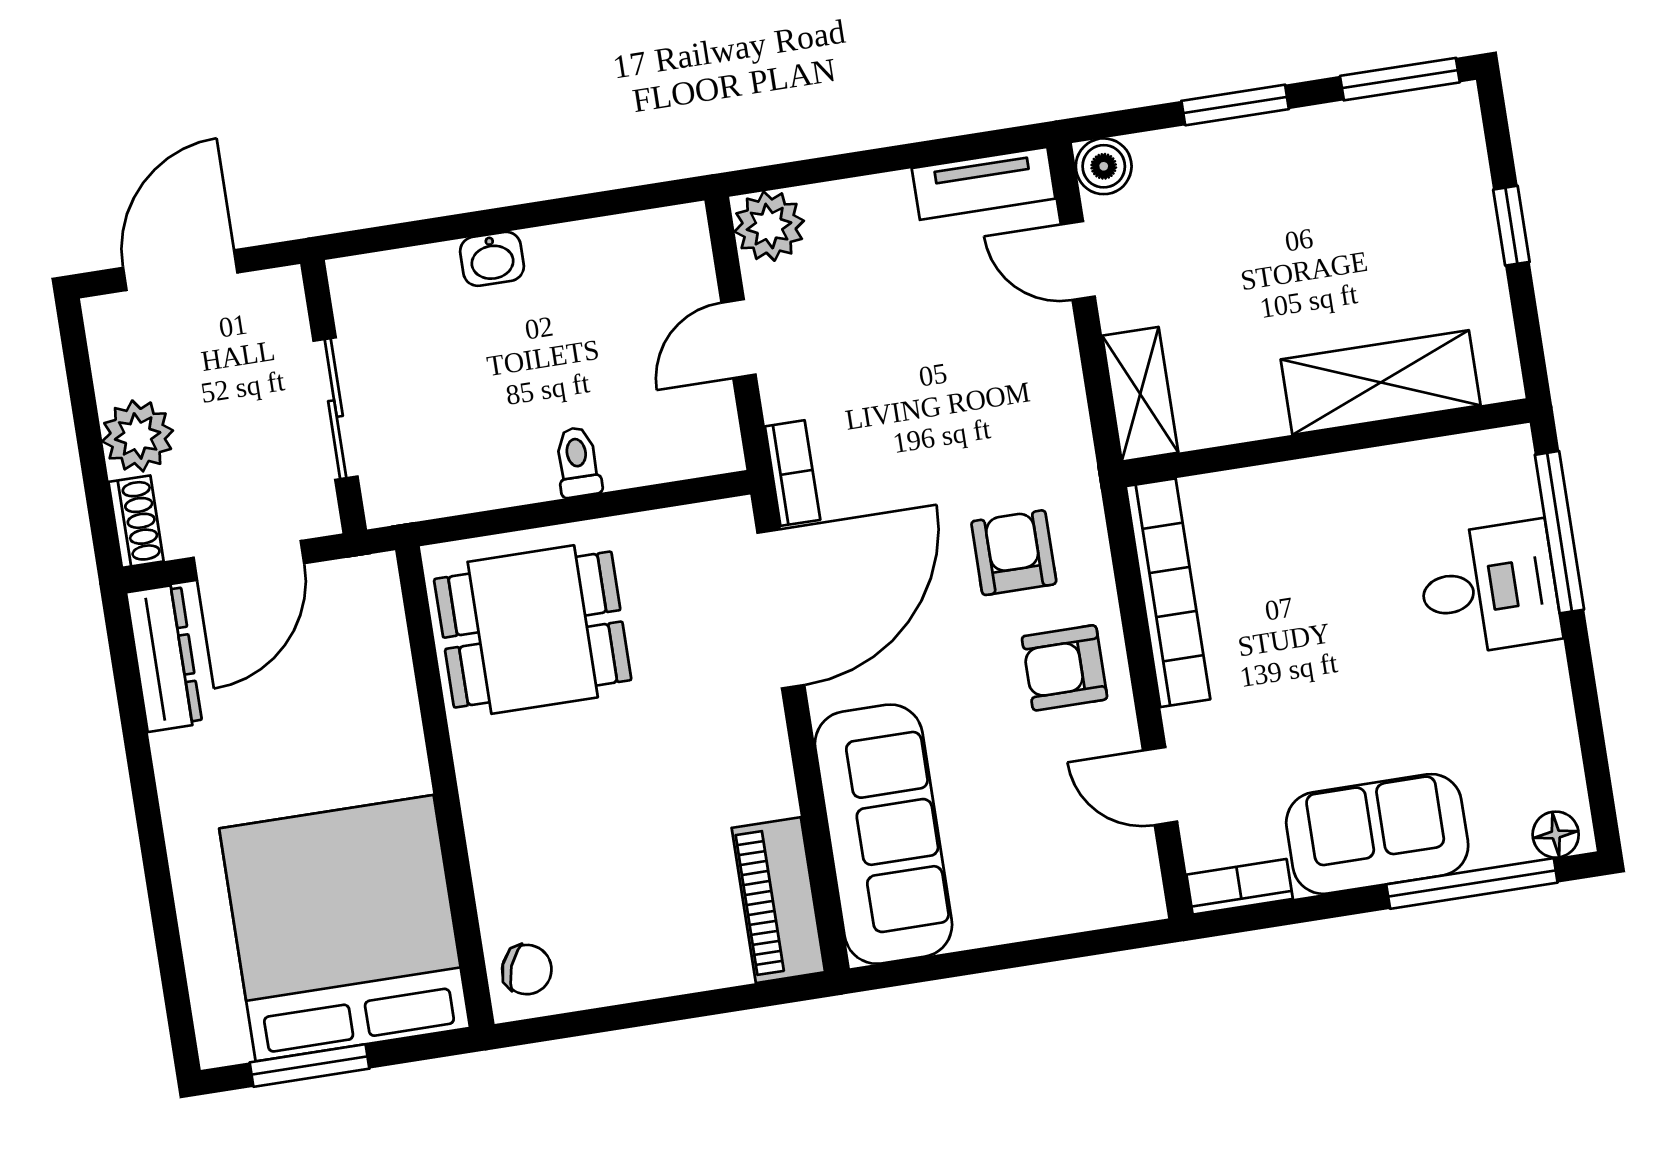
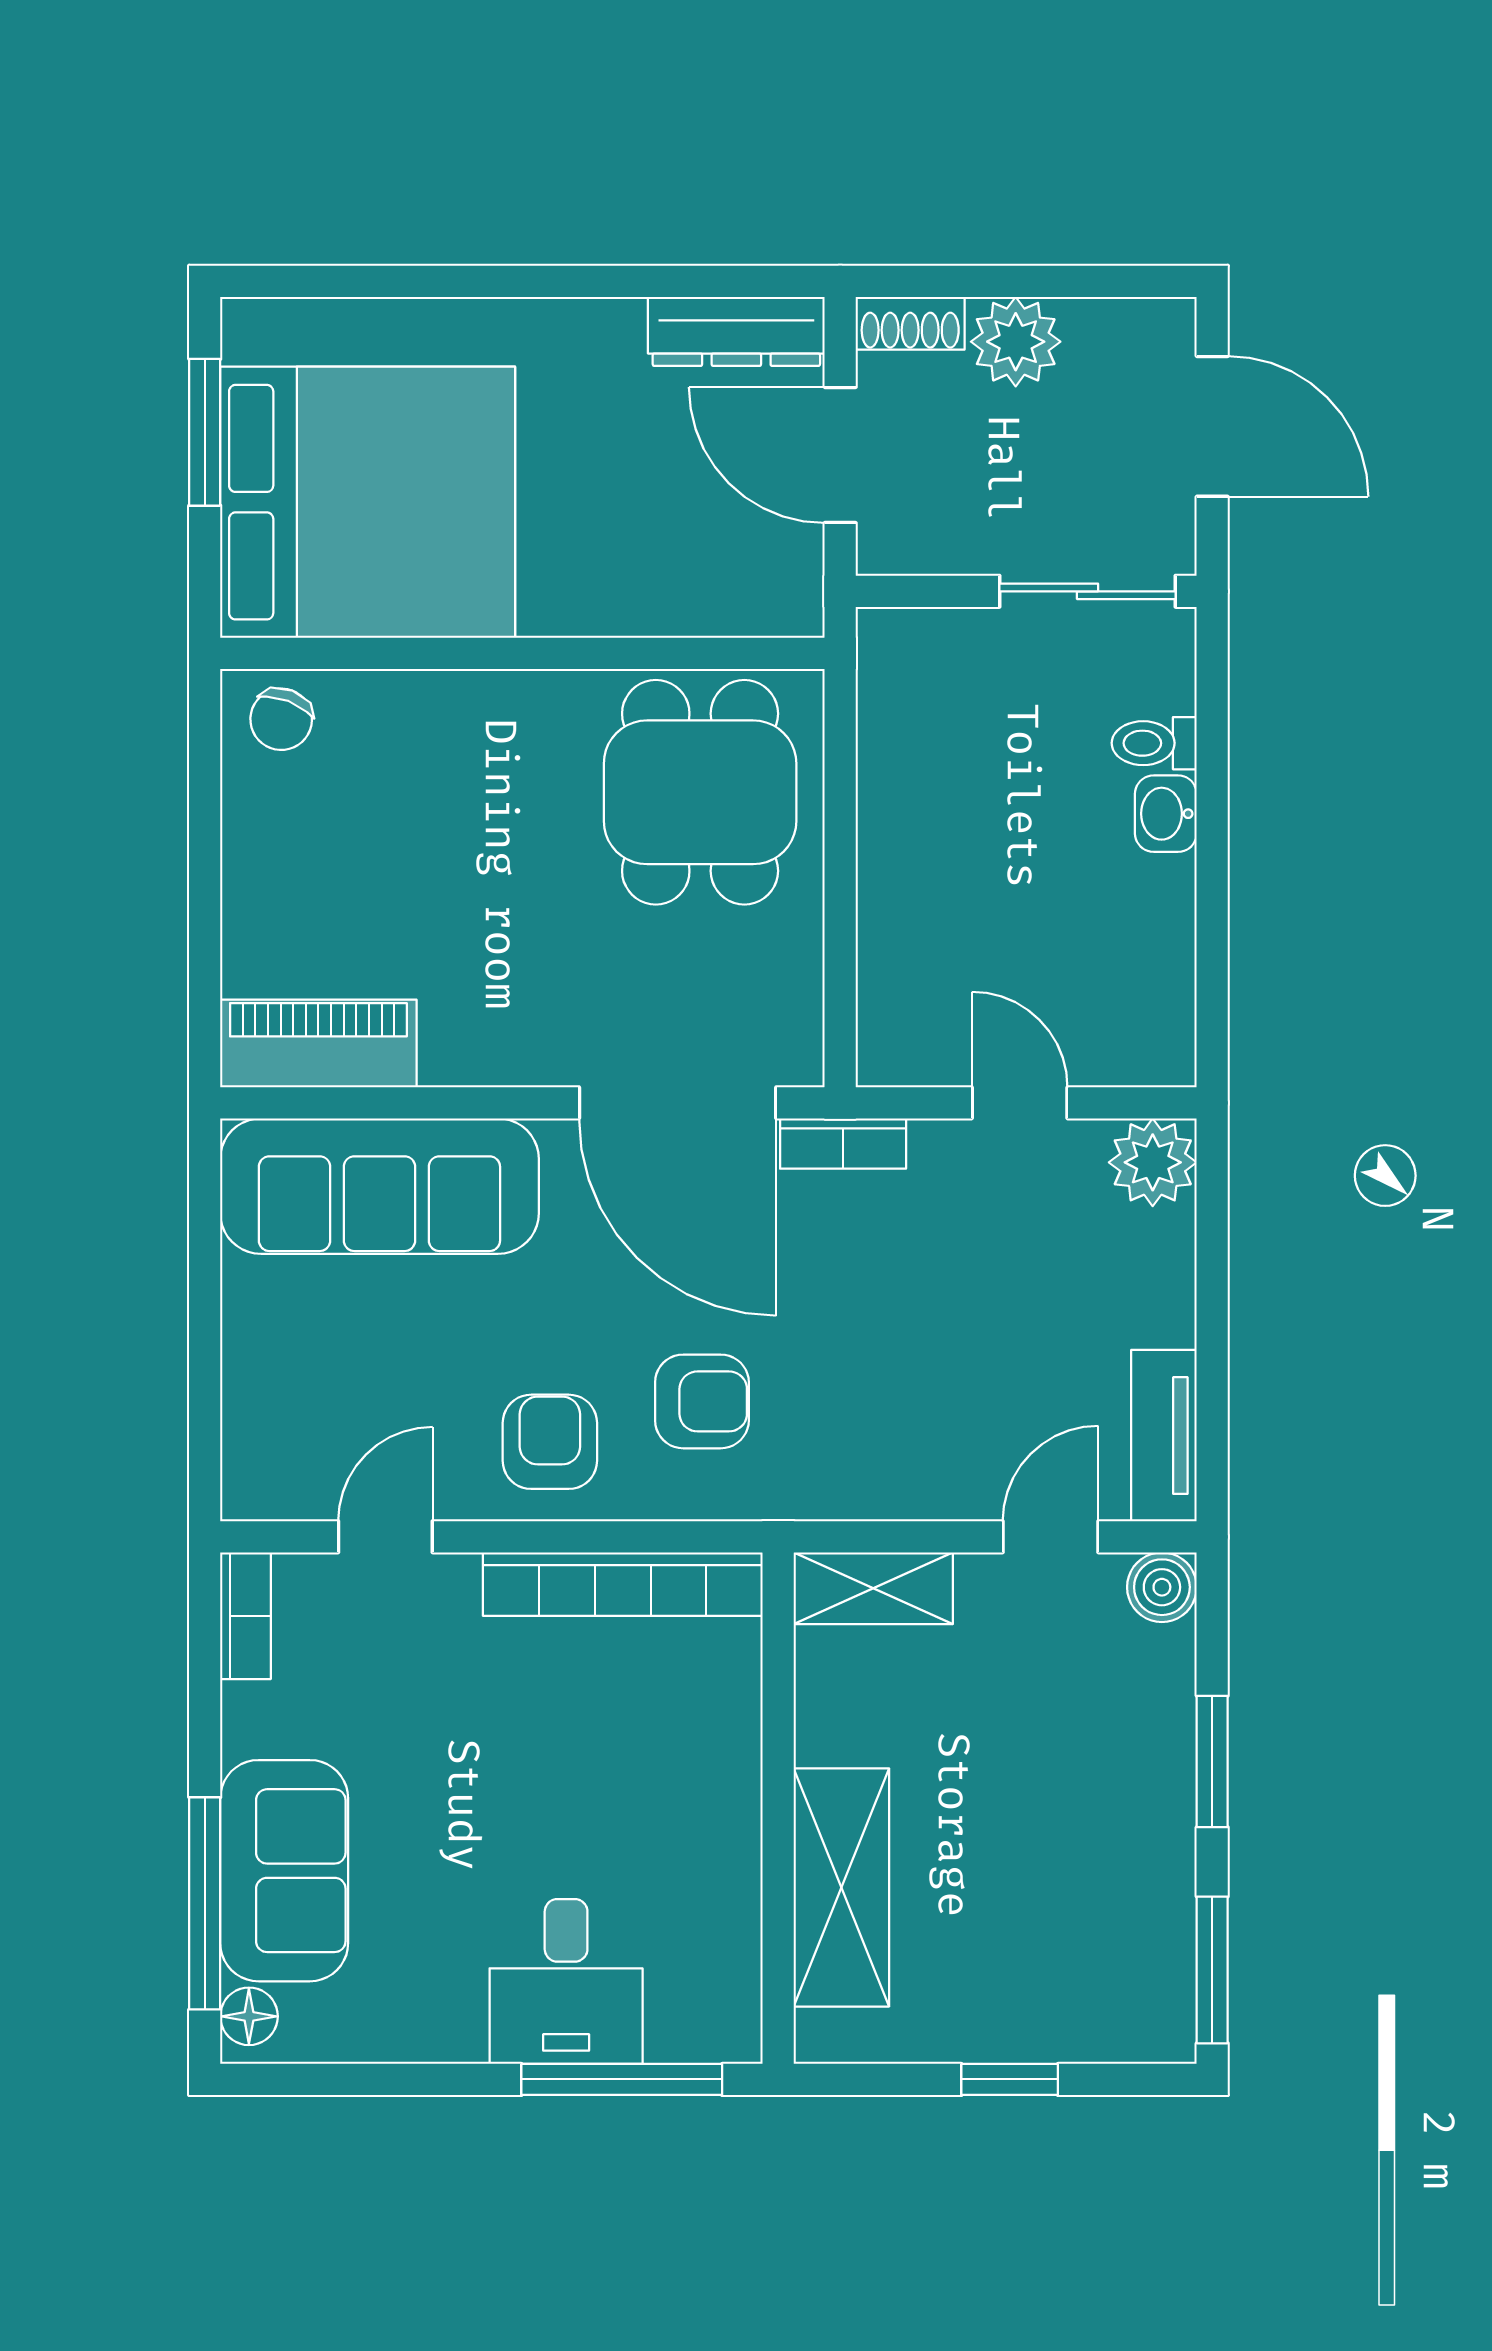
sliding door: (335, 409) -> (1088, 591), moved
toilet: (578, 462) -> (1154, 743), moved, turned 180
sofa: (1377, 834) -> (284, 1871), moved

